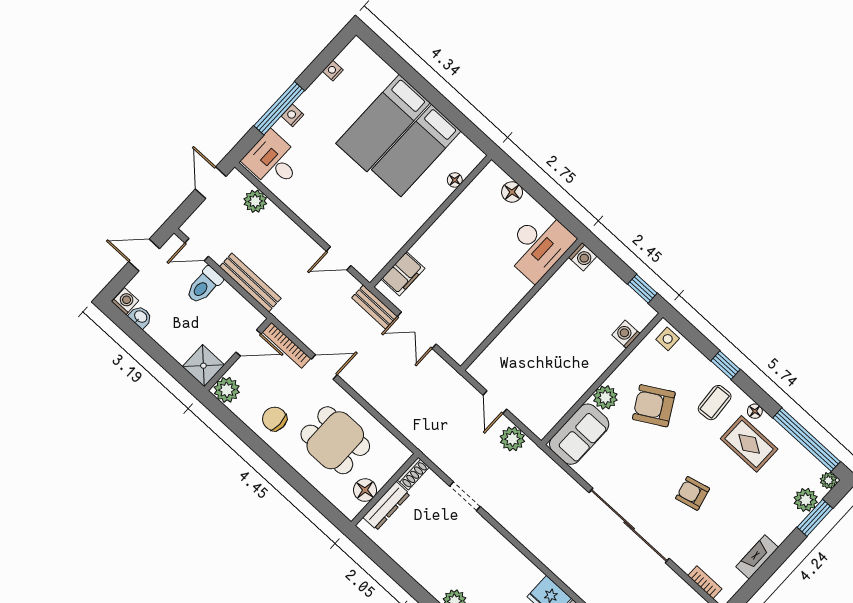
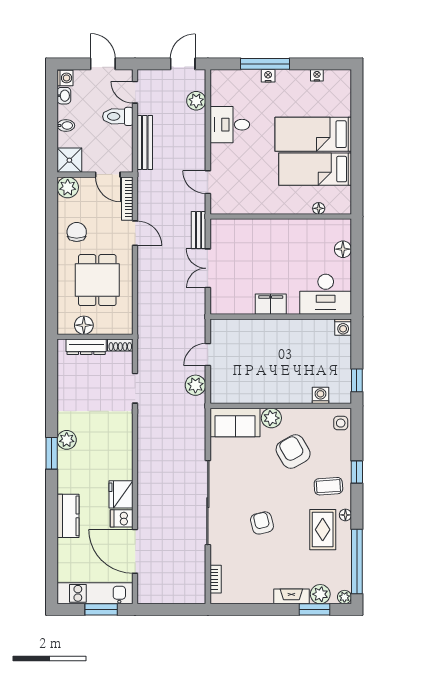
desk: (273, 161) -> (230, 125), moved, turned -90
filing cabinet: (403, 274) -> (271, 304), moved, turned 180
bidet: (169, 340) -> (66, 125), added
fireplace: (757, 557) -> (291, 596), moved

